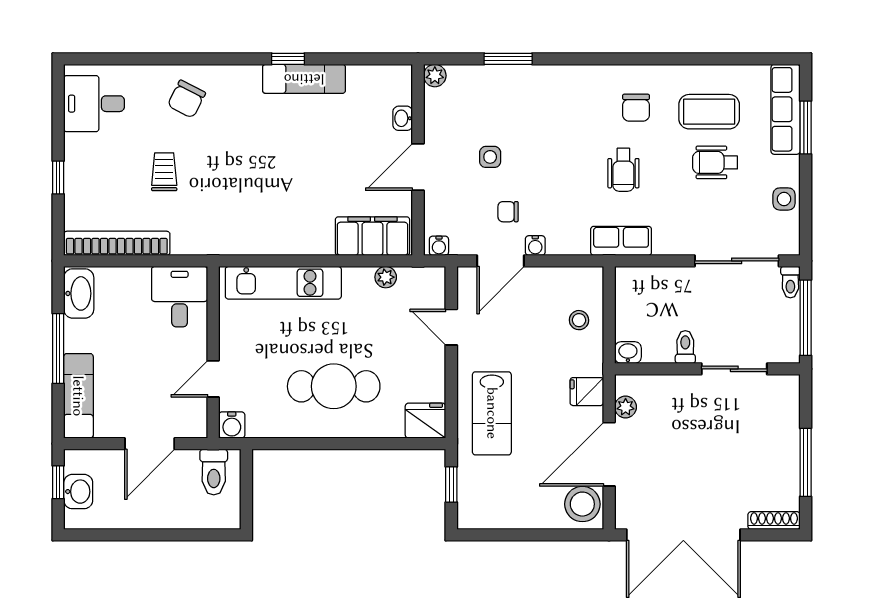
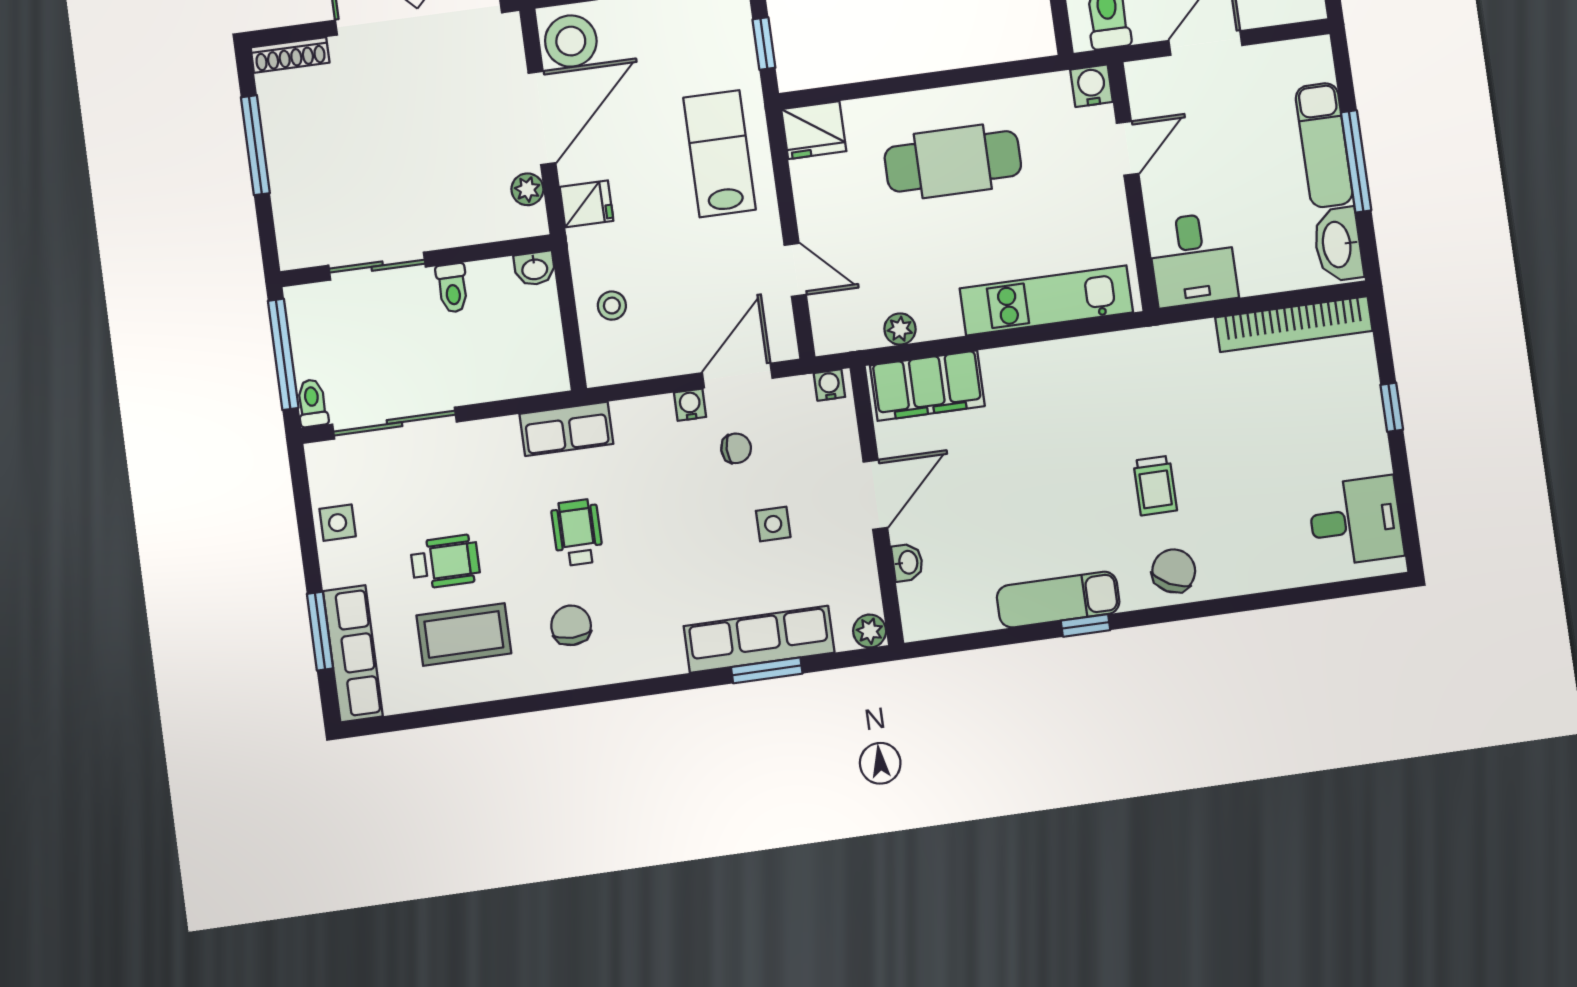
row of seats: (510, 80) -> (759, 639), added
chair: (186, 99) -> (1174, 571), moved
trolley: (164, 172) -> (1155, 486), moved
exam couch: (78, 396) -> (1324, 145), moved

